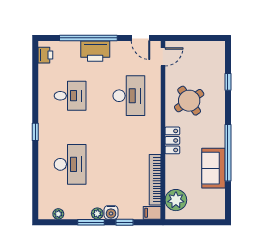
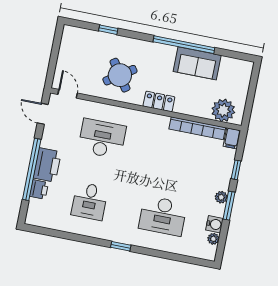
door: (141, 38) -> (43, 114), swing flipped
printer: (45, 55) -> (39, 189), moved, turned 90
desk: (70, 96) -> (90, 201), turned 180
desk: (70, 164) -> (163, 216), turned 180
water cooler: (111, 212) -> (215, 224), moved

